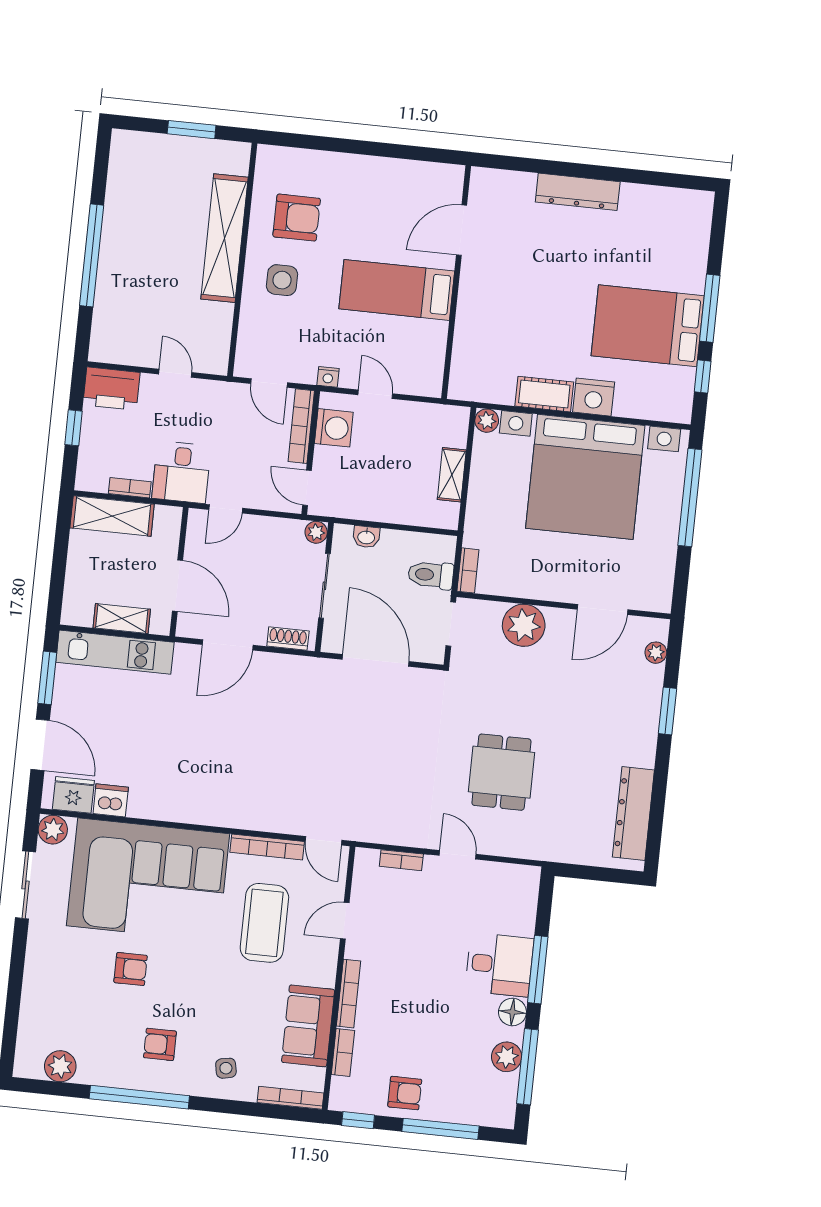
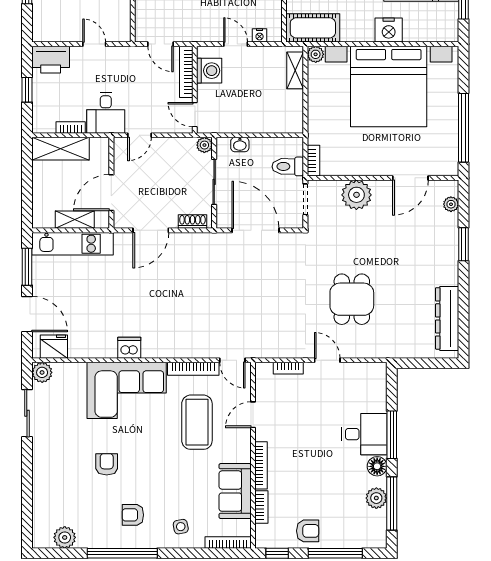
nightstand: (328, 377) -> (260, 35), moved
cot: (544, 394) -> (313, 28), moved, width x1.37, depth x1.34
shelving: (452, 475) -> (295, 70), moved
window: (690, 498) -> (463, 128), moved
door: (178, 586) -> (111, 193), swing flipped
dishwasher: (111, 800) -> (129, 348), moved
corner sofa: (148, 880) -> (127, 390), width x0.73, depth x0.74
armchair: (131, 969) -> (107, 464), turned -90

